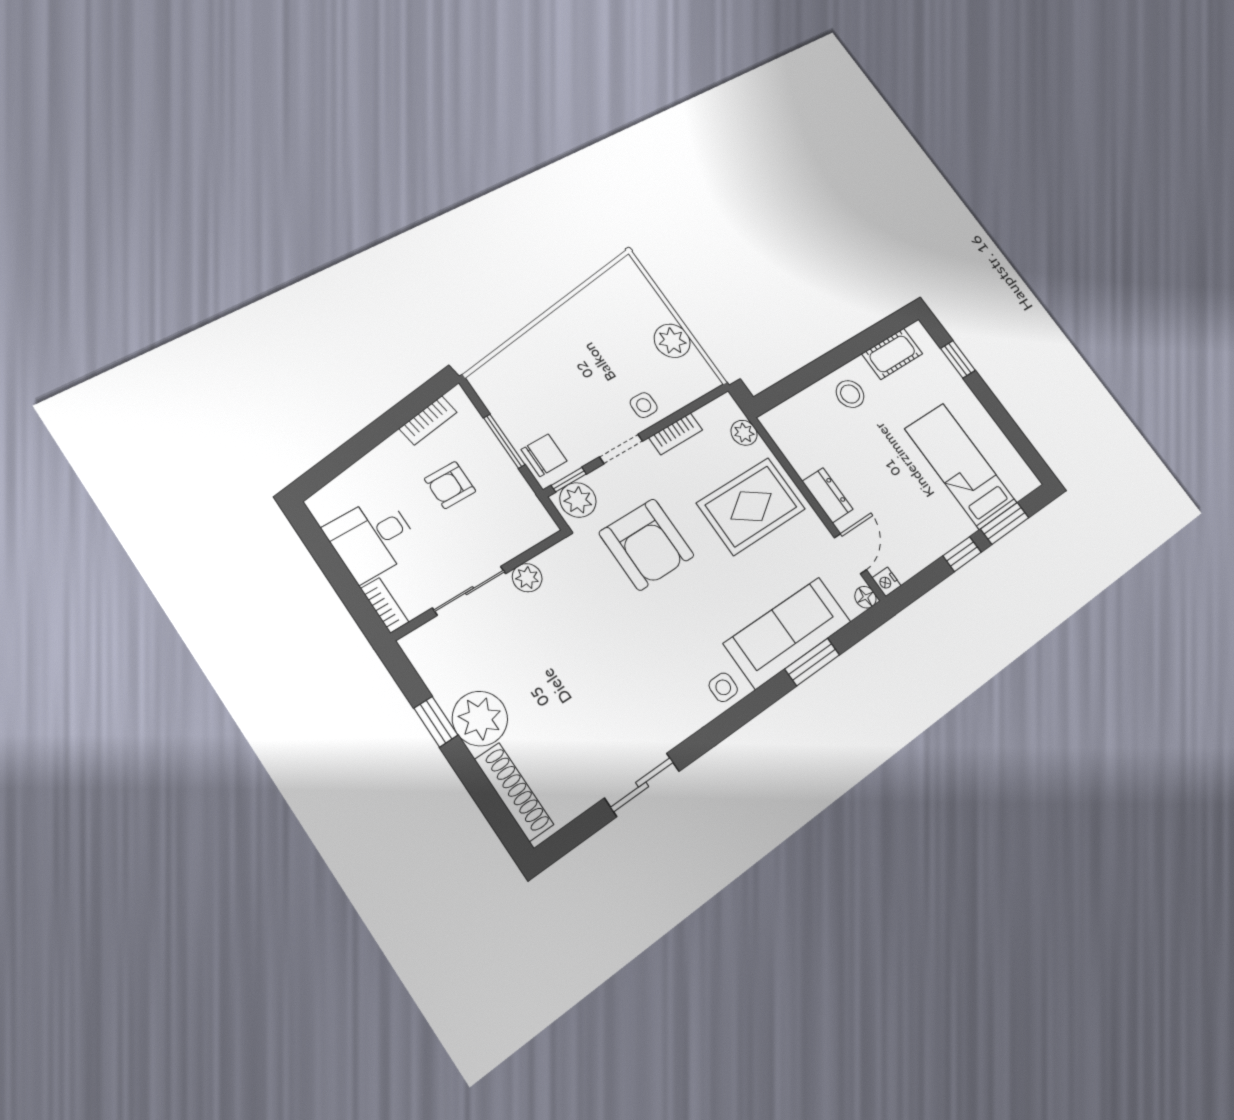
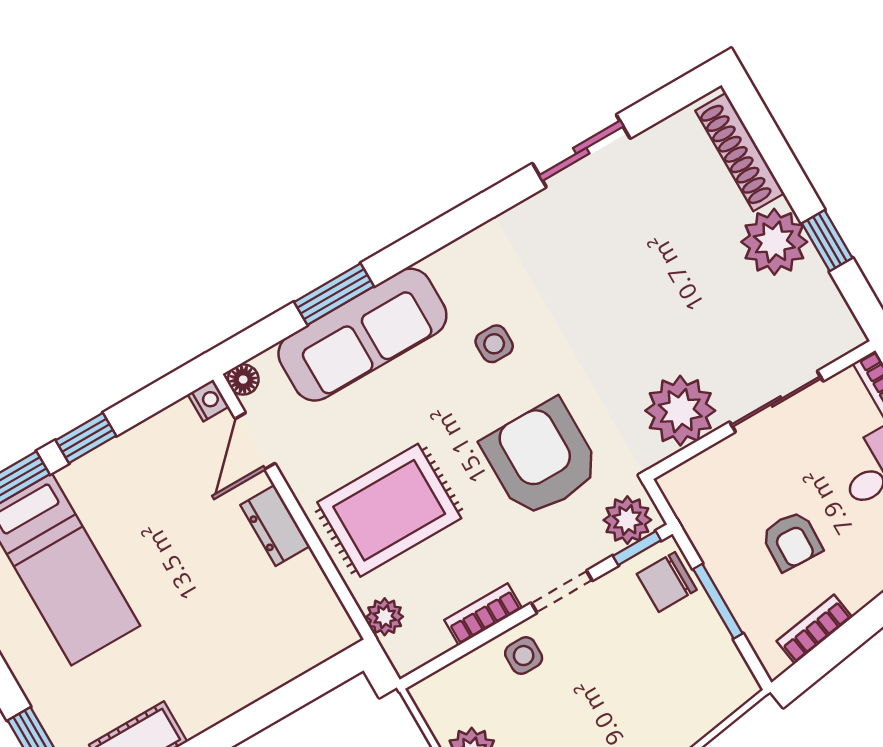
stool: (850, 394) -> (216, 678), removed
armchair: (450, 485) -> (792, 541), turned 92
plant: (527, 578) -> (680, 411), width x1.88, depth x1.88
side table: (723, 687) -> (494, 344), moved

